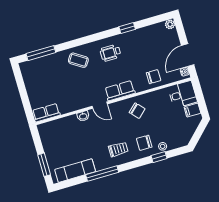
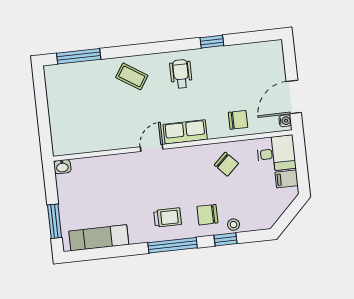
plant: (170, 24) -> (276, 47), removed
wheelchair: (110, 53) -> (181, 74), turned 90
door: (100, 105) -> (152, 148), swing flipped
chair: (137, 111) -> (226, 164), moved
row of seats: (46, 113) -> (71, 145), removed
washbasin: (83, 116) -> (62, 167), moved
window: (102, 174) -> (173, 245), moved

